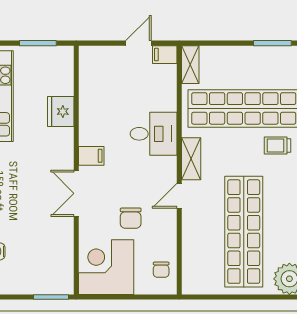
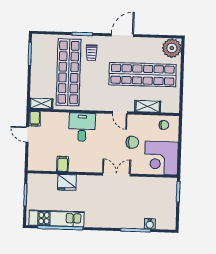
filing cabinet: (91, 156) -> (63, 164), moved
shelving: (191, 159) -> (148, 106), moved
double door: (76, 193) -> (116, 175), swing flipped

